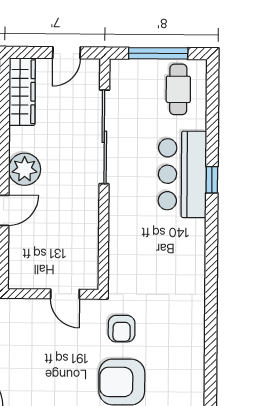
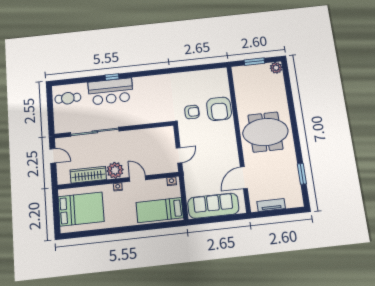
window: (158, 53) -> (50, 110), removed
wardrobe: (22, 92) -> (88, 175), moved
door: (65, 294) -> (179, 155), moved

